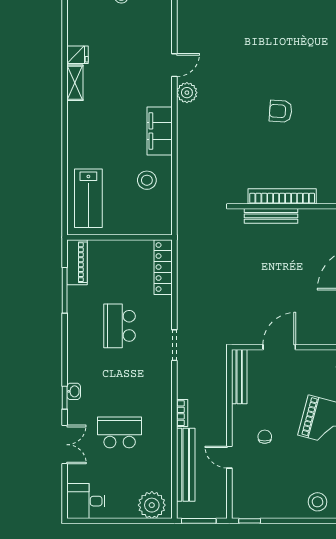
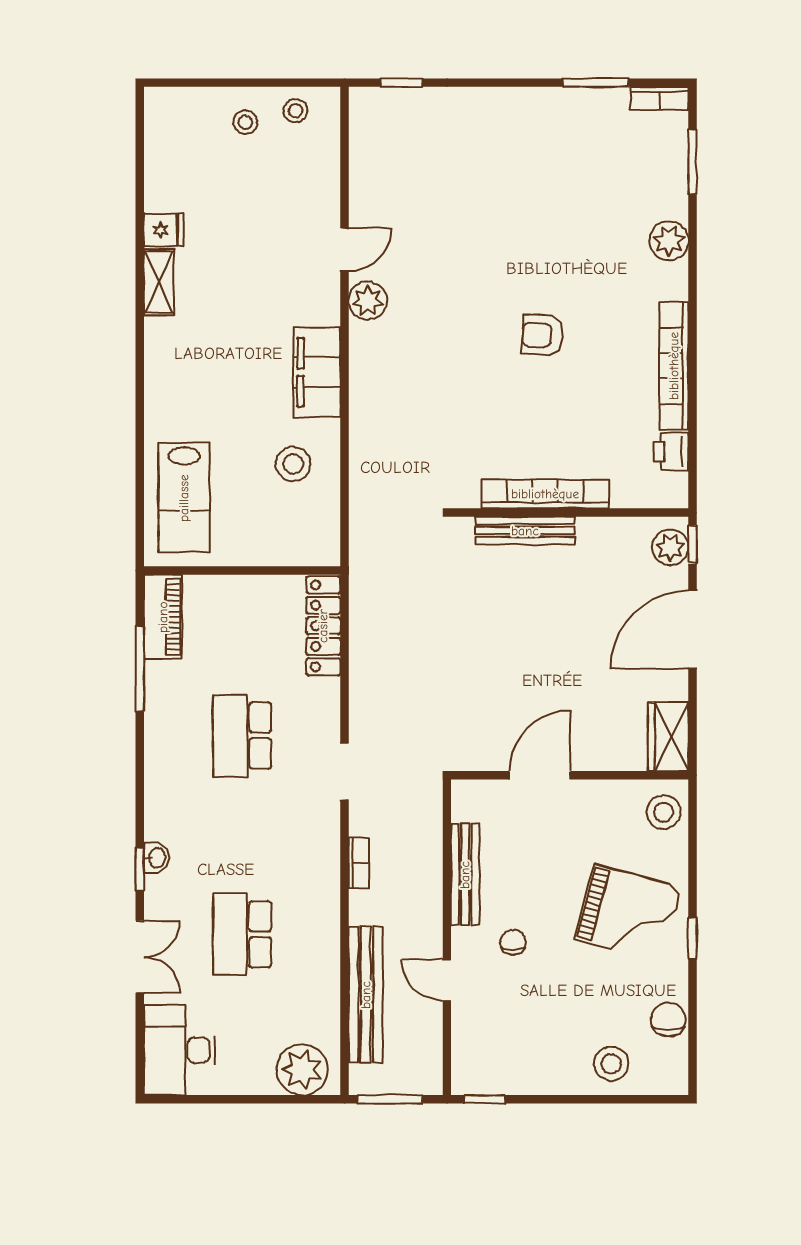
bench: (239, 377) -> (465, 875), moved
bookcase: (182, 413) -> (359, 863), moved
school desk: (120, 432) -> (242, 934), turned -90
desk: (86, 501) -> (179, 1050), width x1.37

